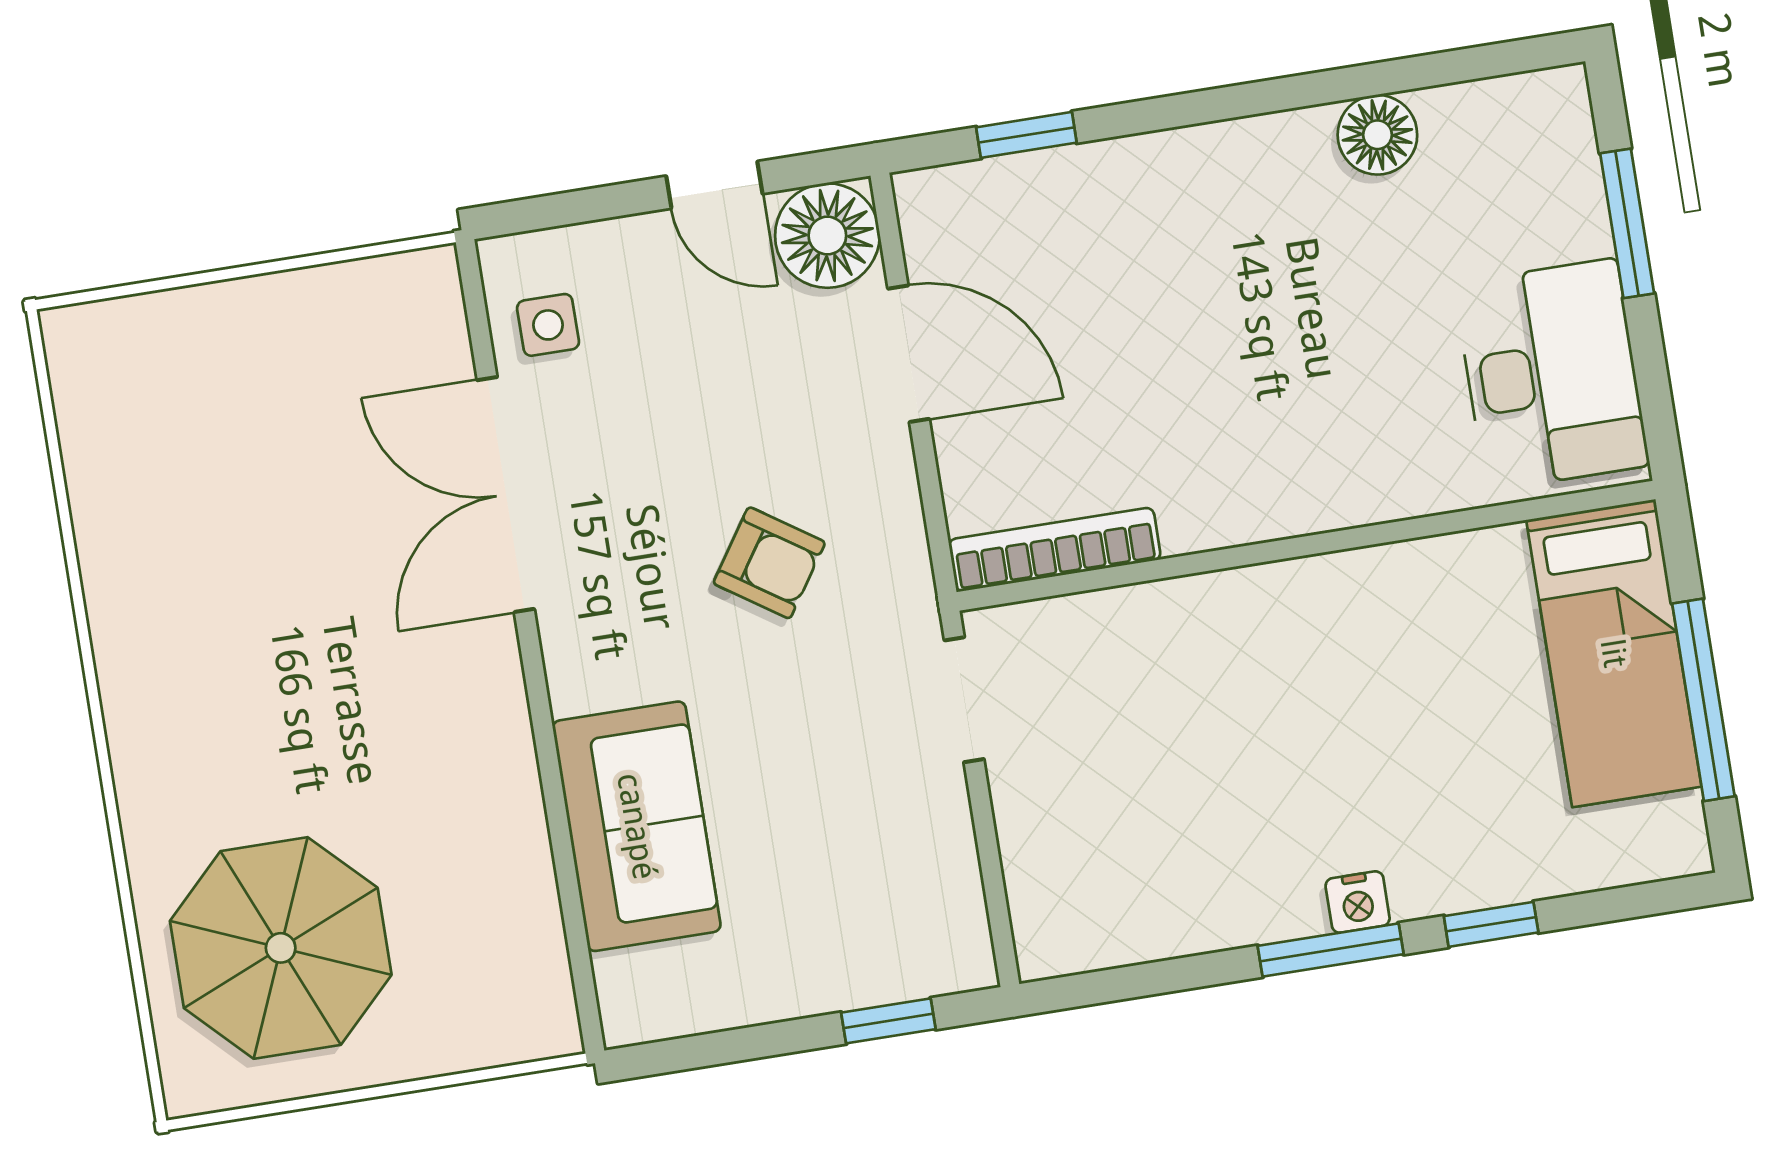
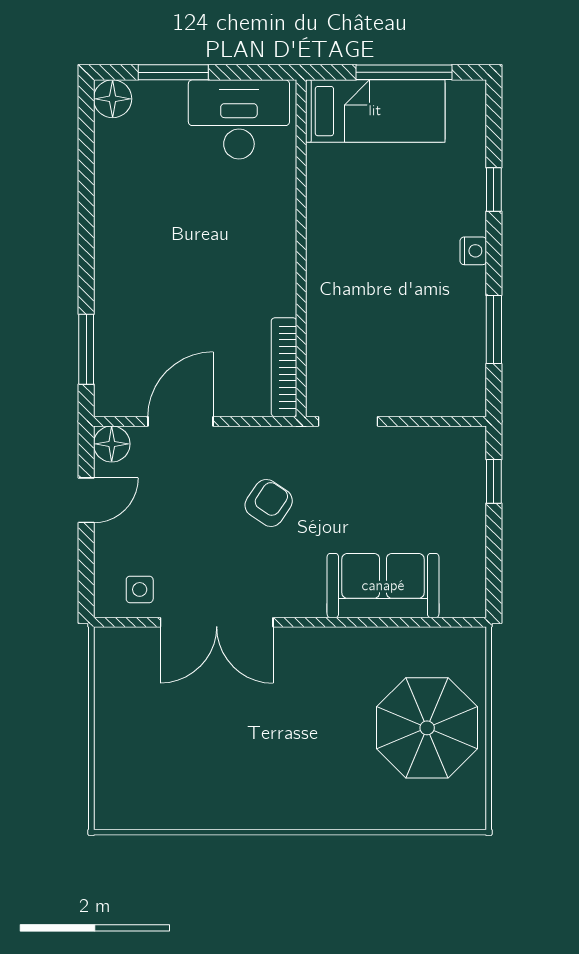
window: (1026, 135) -> (86, 349), width x1.50
floor lamp: (1377, 135) -> (113, 99), moved
floor lamp: (827, 236) -> (112, 444), width x0.73, depth x0.73
parasol: (281, 948) -> (427, 728), moved
window: (1331, 950) -> (494, 330), moved

